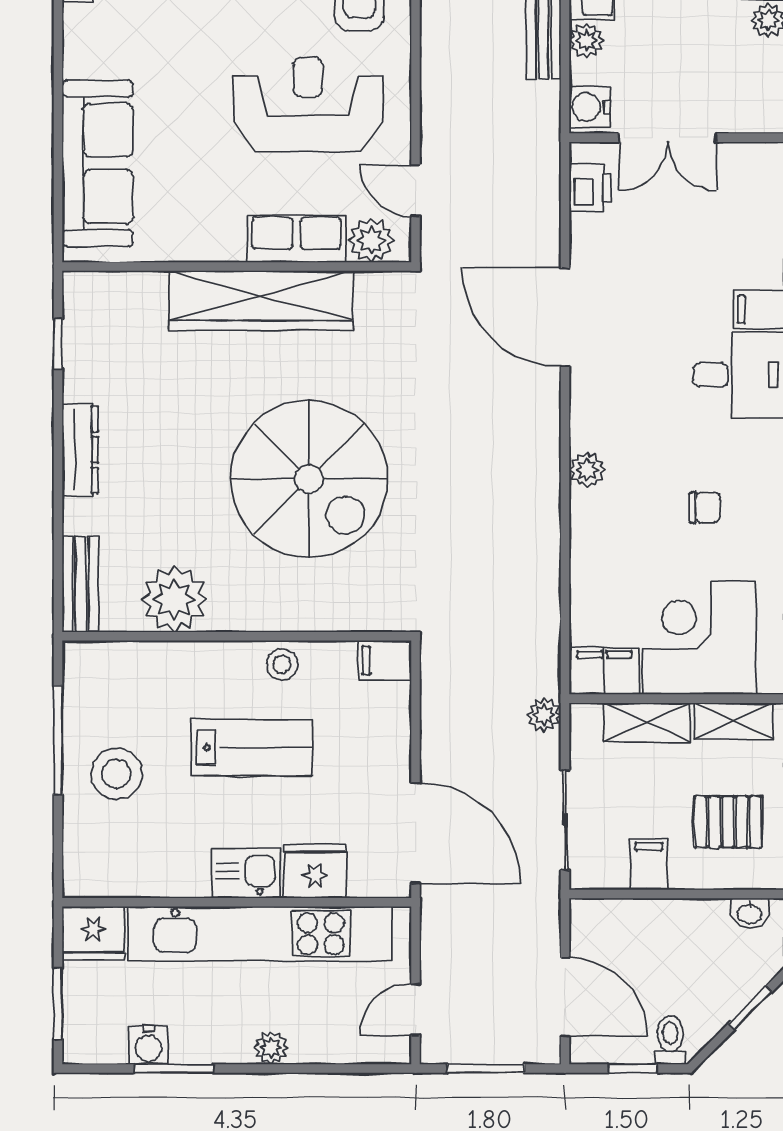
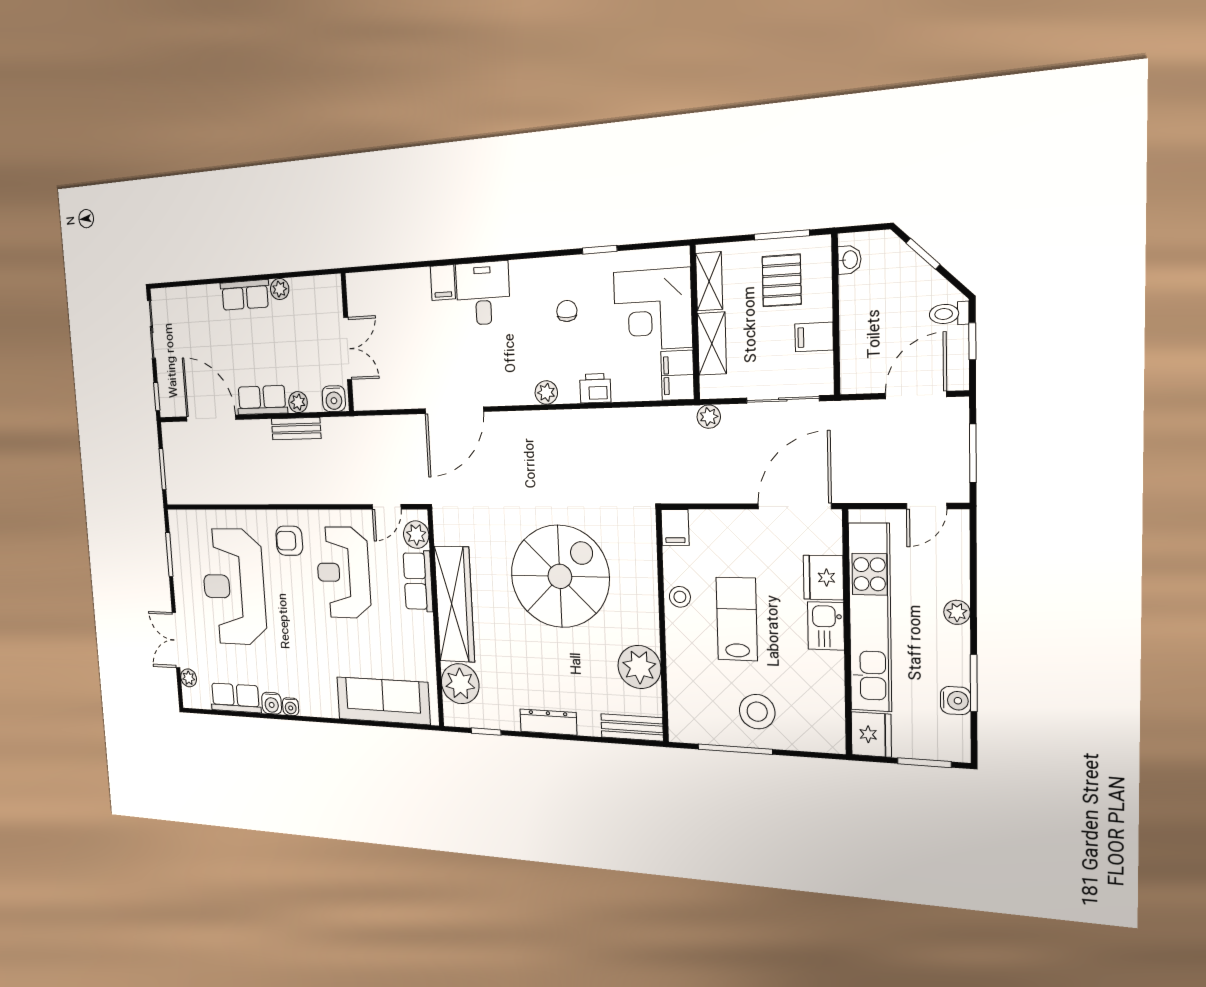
printer: (590, 188) -> (595, 388), moved
plant: (133, 303) -> (460, 684), added
door: (415, 1009) -> (927, 506), hinge flipped

